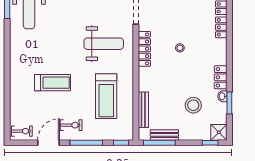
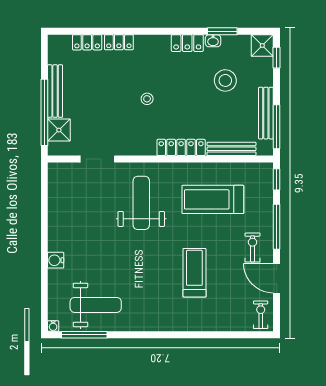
locker: (144, 49) -> (181, 147), moved
treadmill: (106, 96) -> (213, 199), turned 180
bench: (164, 135) -> (266, 113), width x1.36

